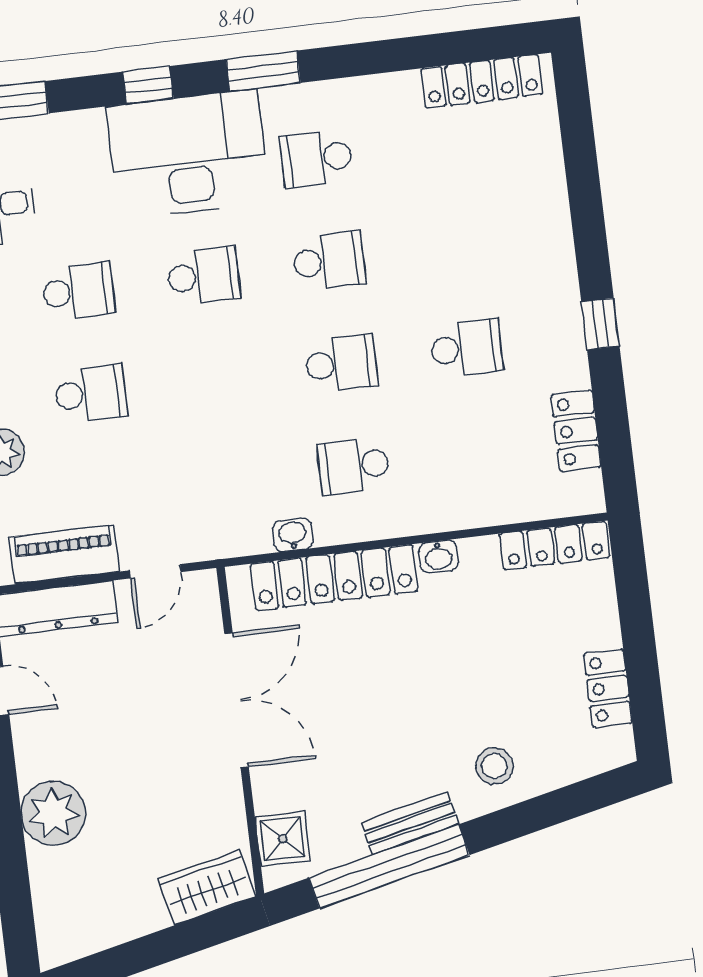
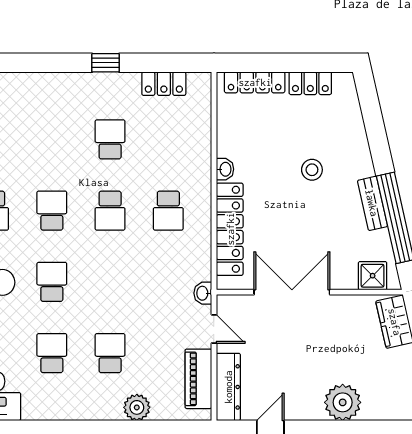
school desk: (341, 363) -> (110, 211), turned 180
washbasin: (293, 535) -> (203, 293), moved
locker: (555, 546) -> (255, 82), moved, turned 90
stool: (494, 766) -> (312, 170), moved

